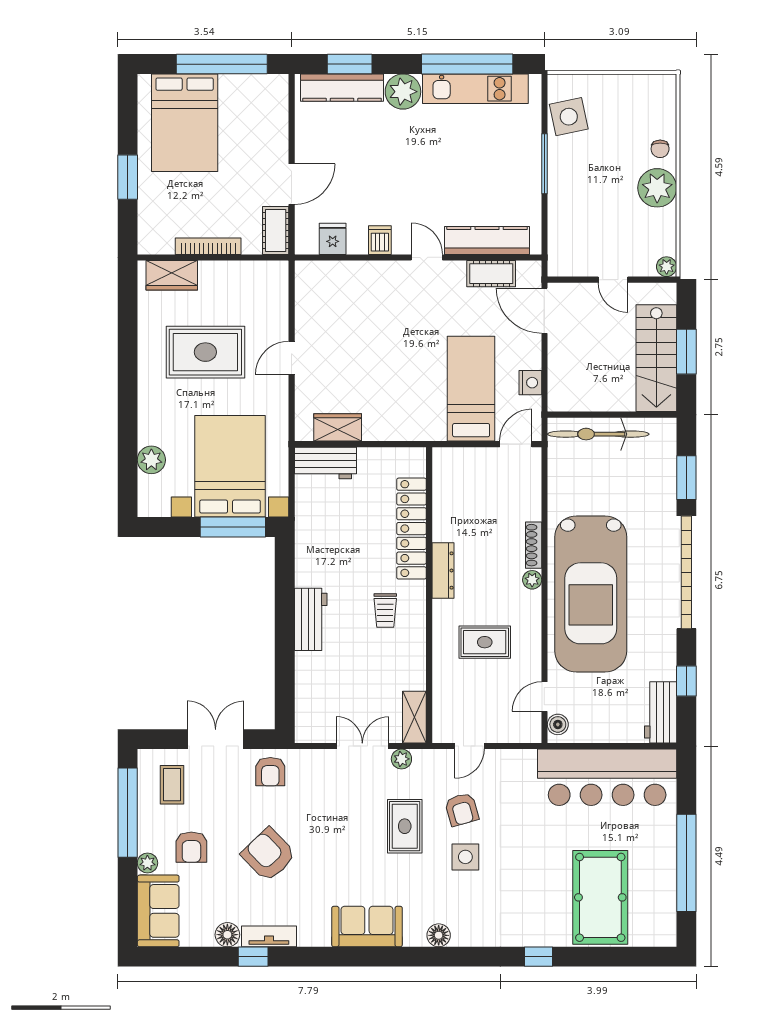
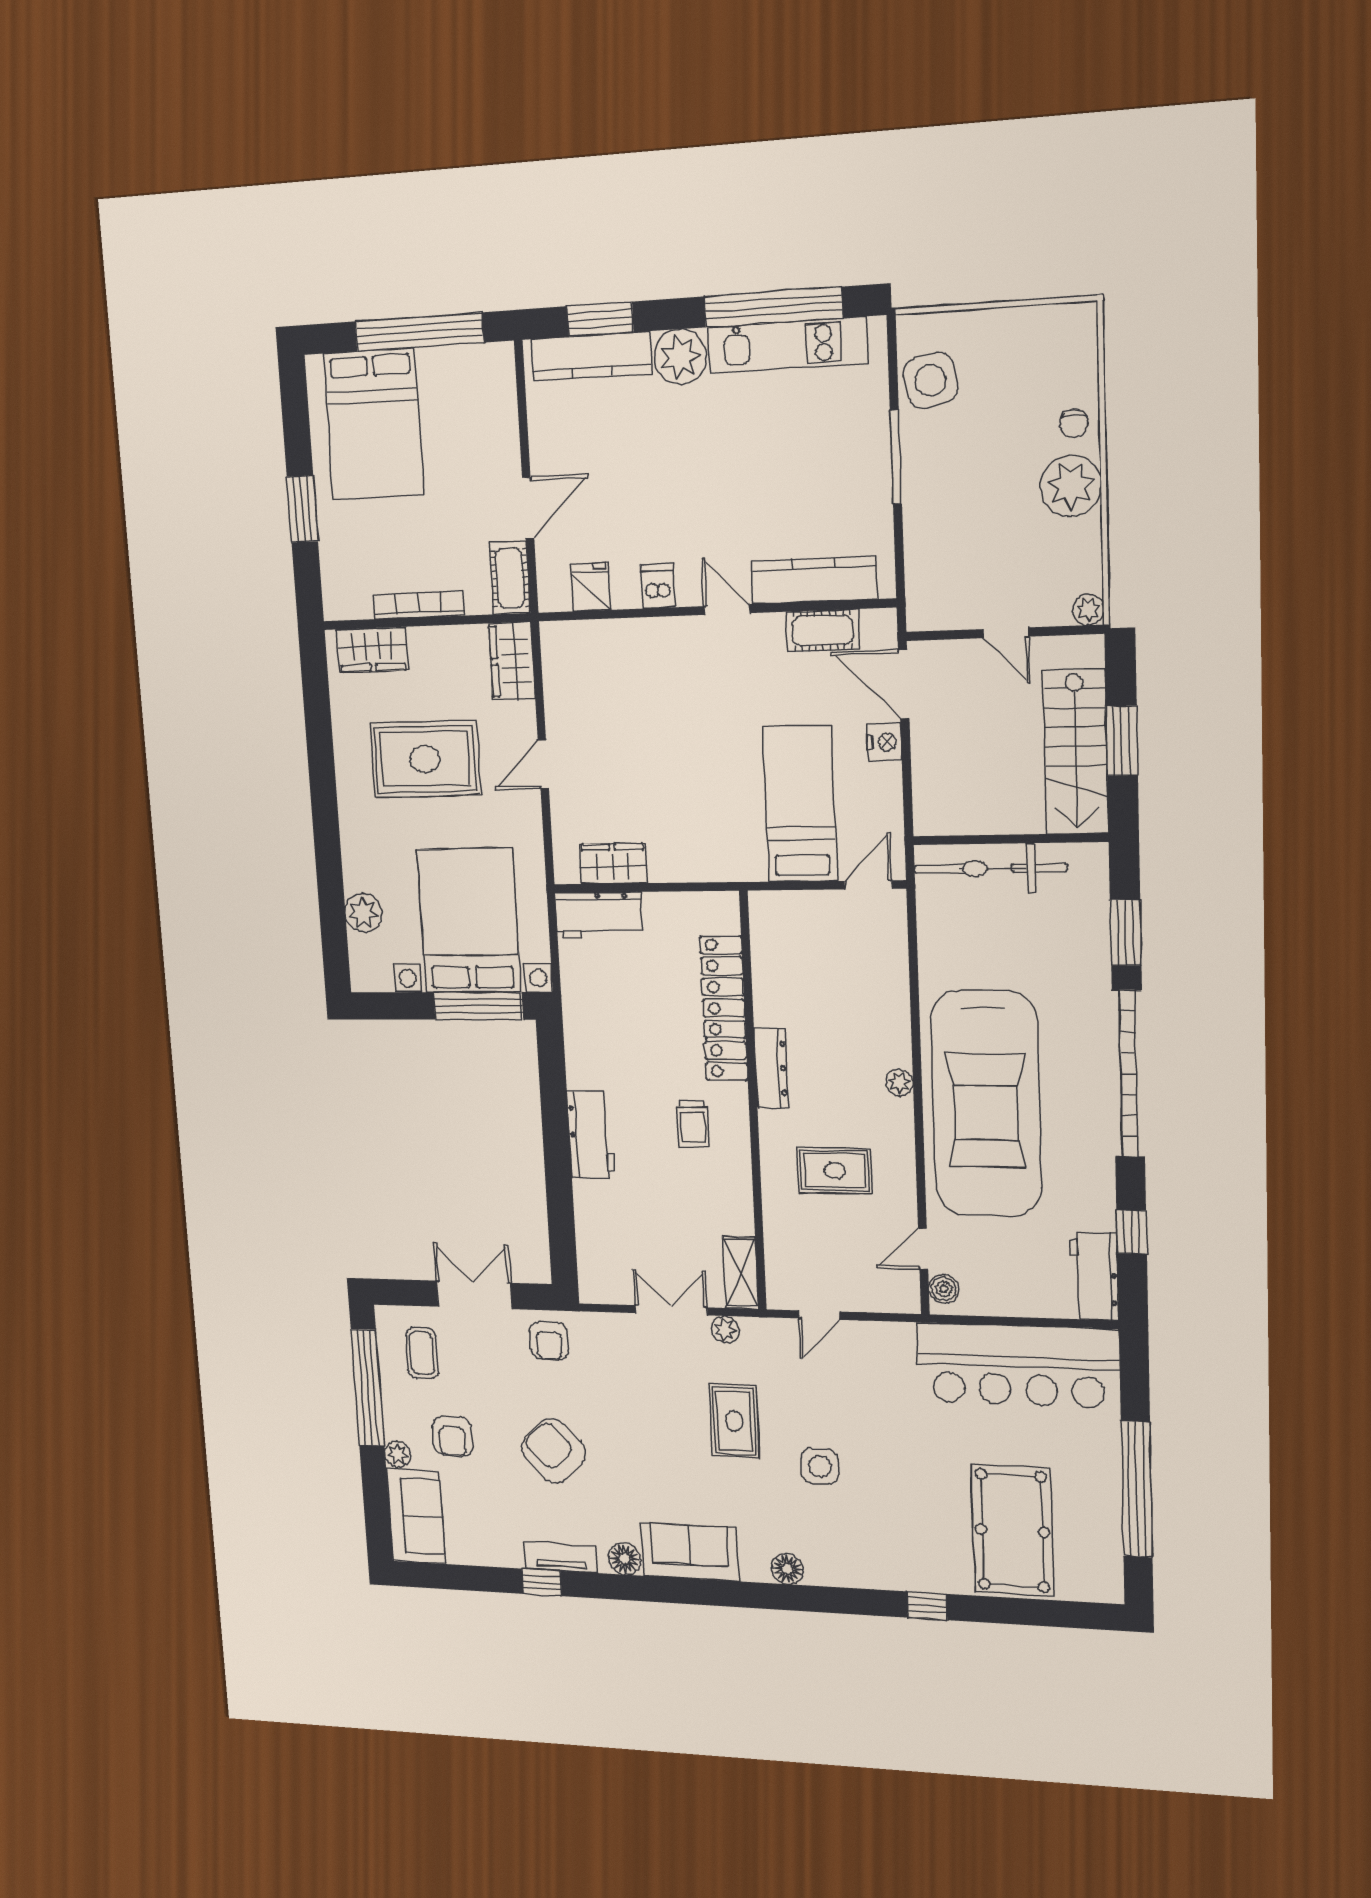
wardrobe: (273, 287) -> (512, 661), added
nightstand: (530, 383) -> (885, 742), moved
shoe rack: (534, 545) -> (900, 1033), removed
armchair: (462, 809) -> (812, 1402), removed
floor lamp: (227, 935) -> (625, 1559), moved

